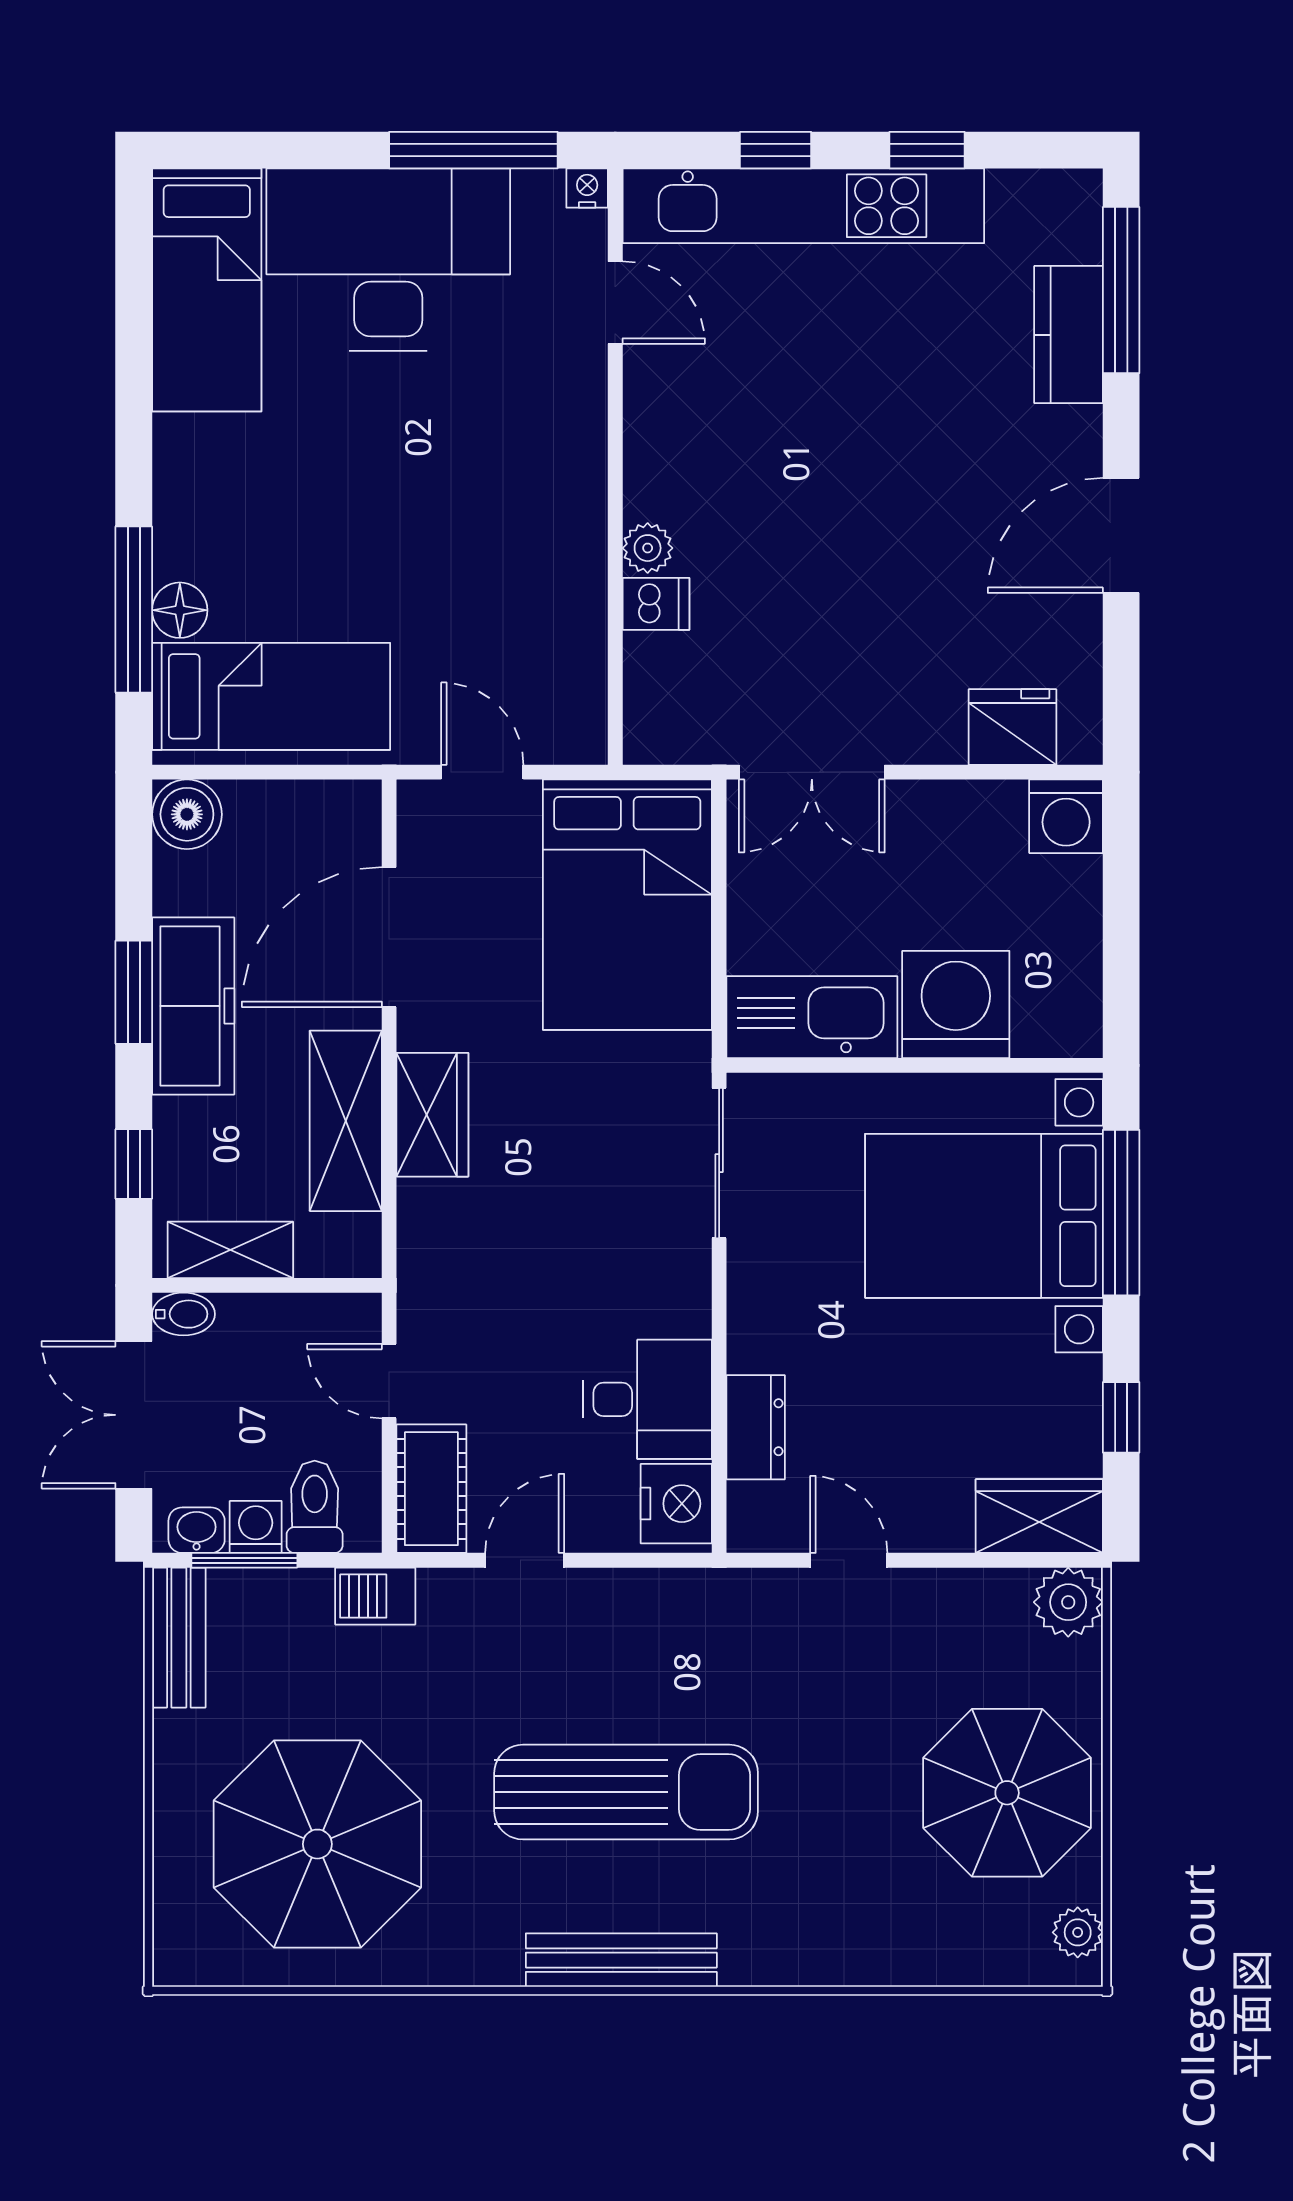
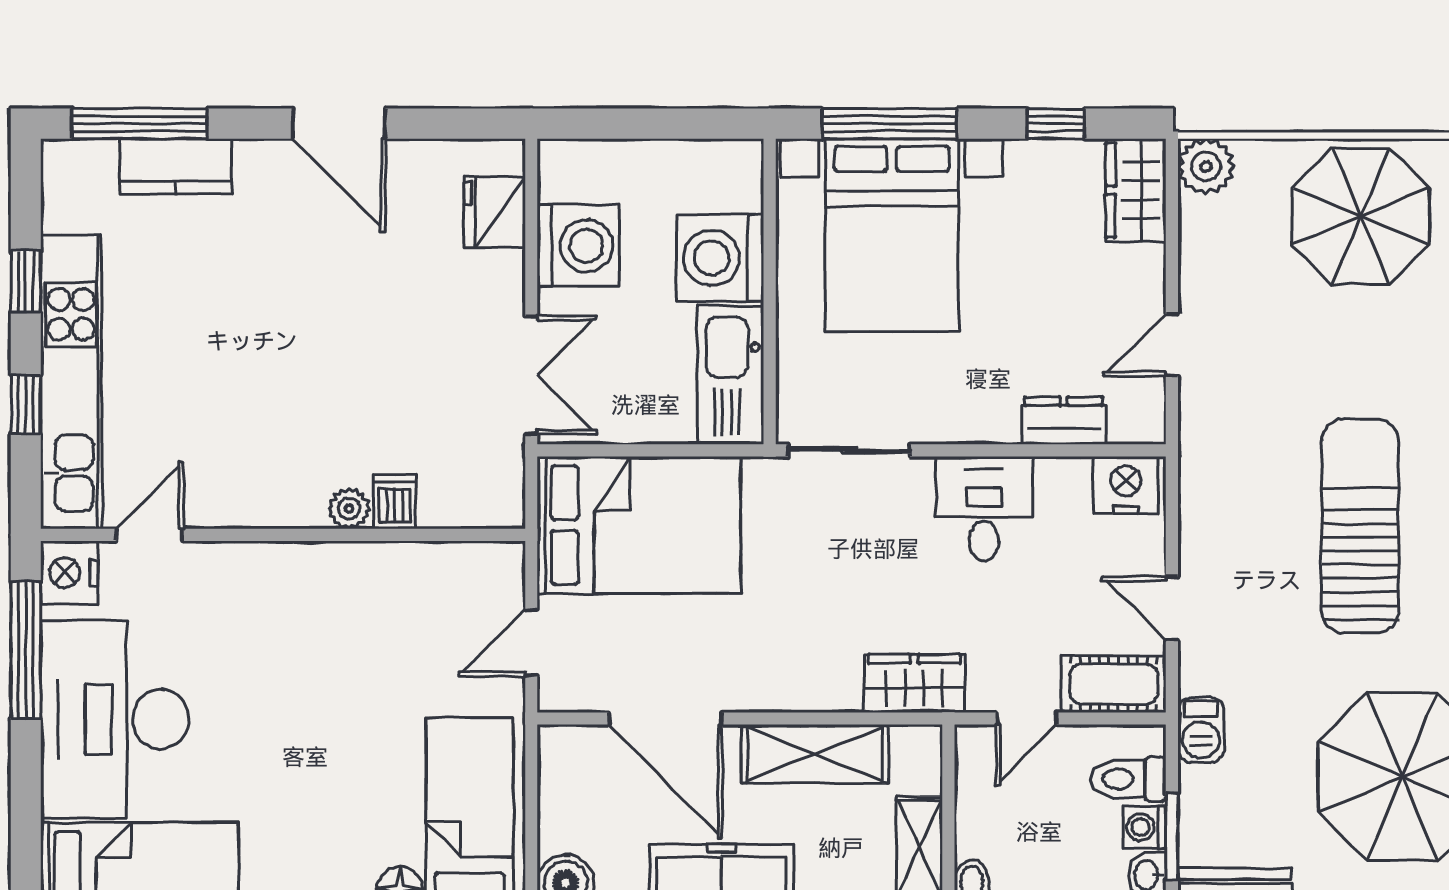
nightstand: (587, 188) -> (69, 573), width x1.89, depth x1.79
washing machine: (1066, 816) -> (578, 246), moved, width x1.37, depth x1.37
wardrobe: (432, 1115) -> (914, 683), moved
desk: (647, 1399) -> (984, 509), moved

